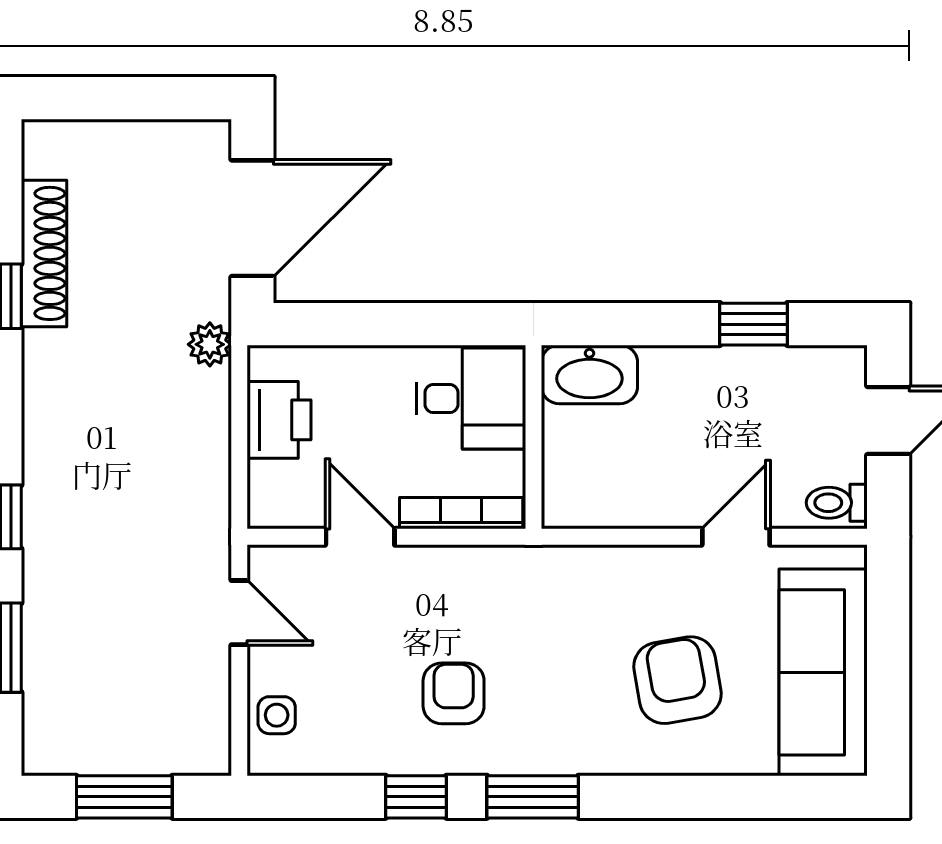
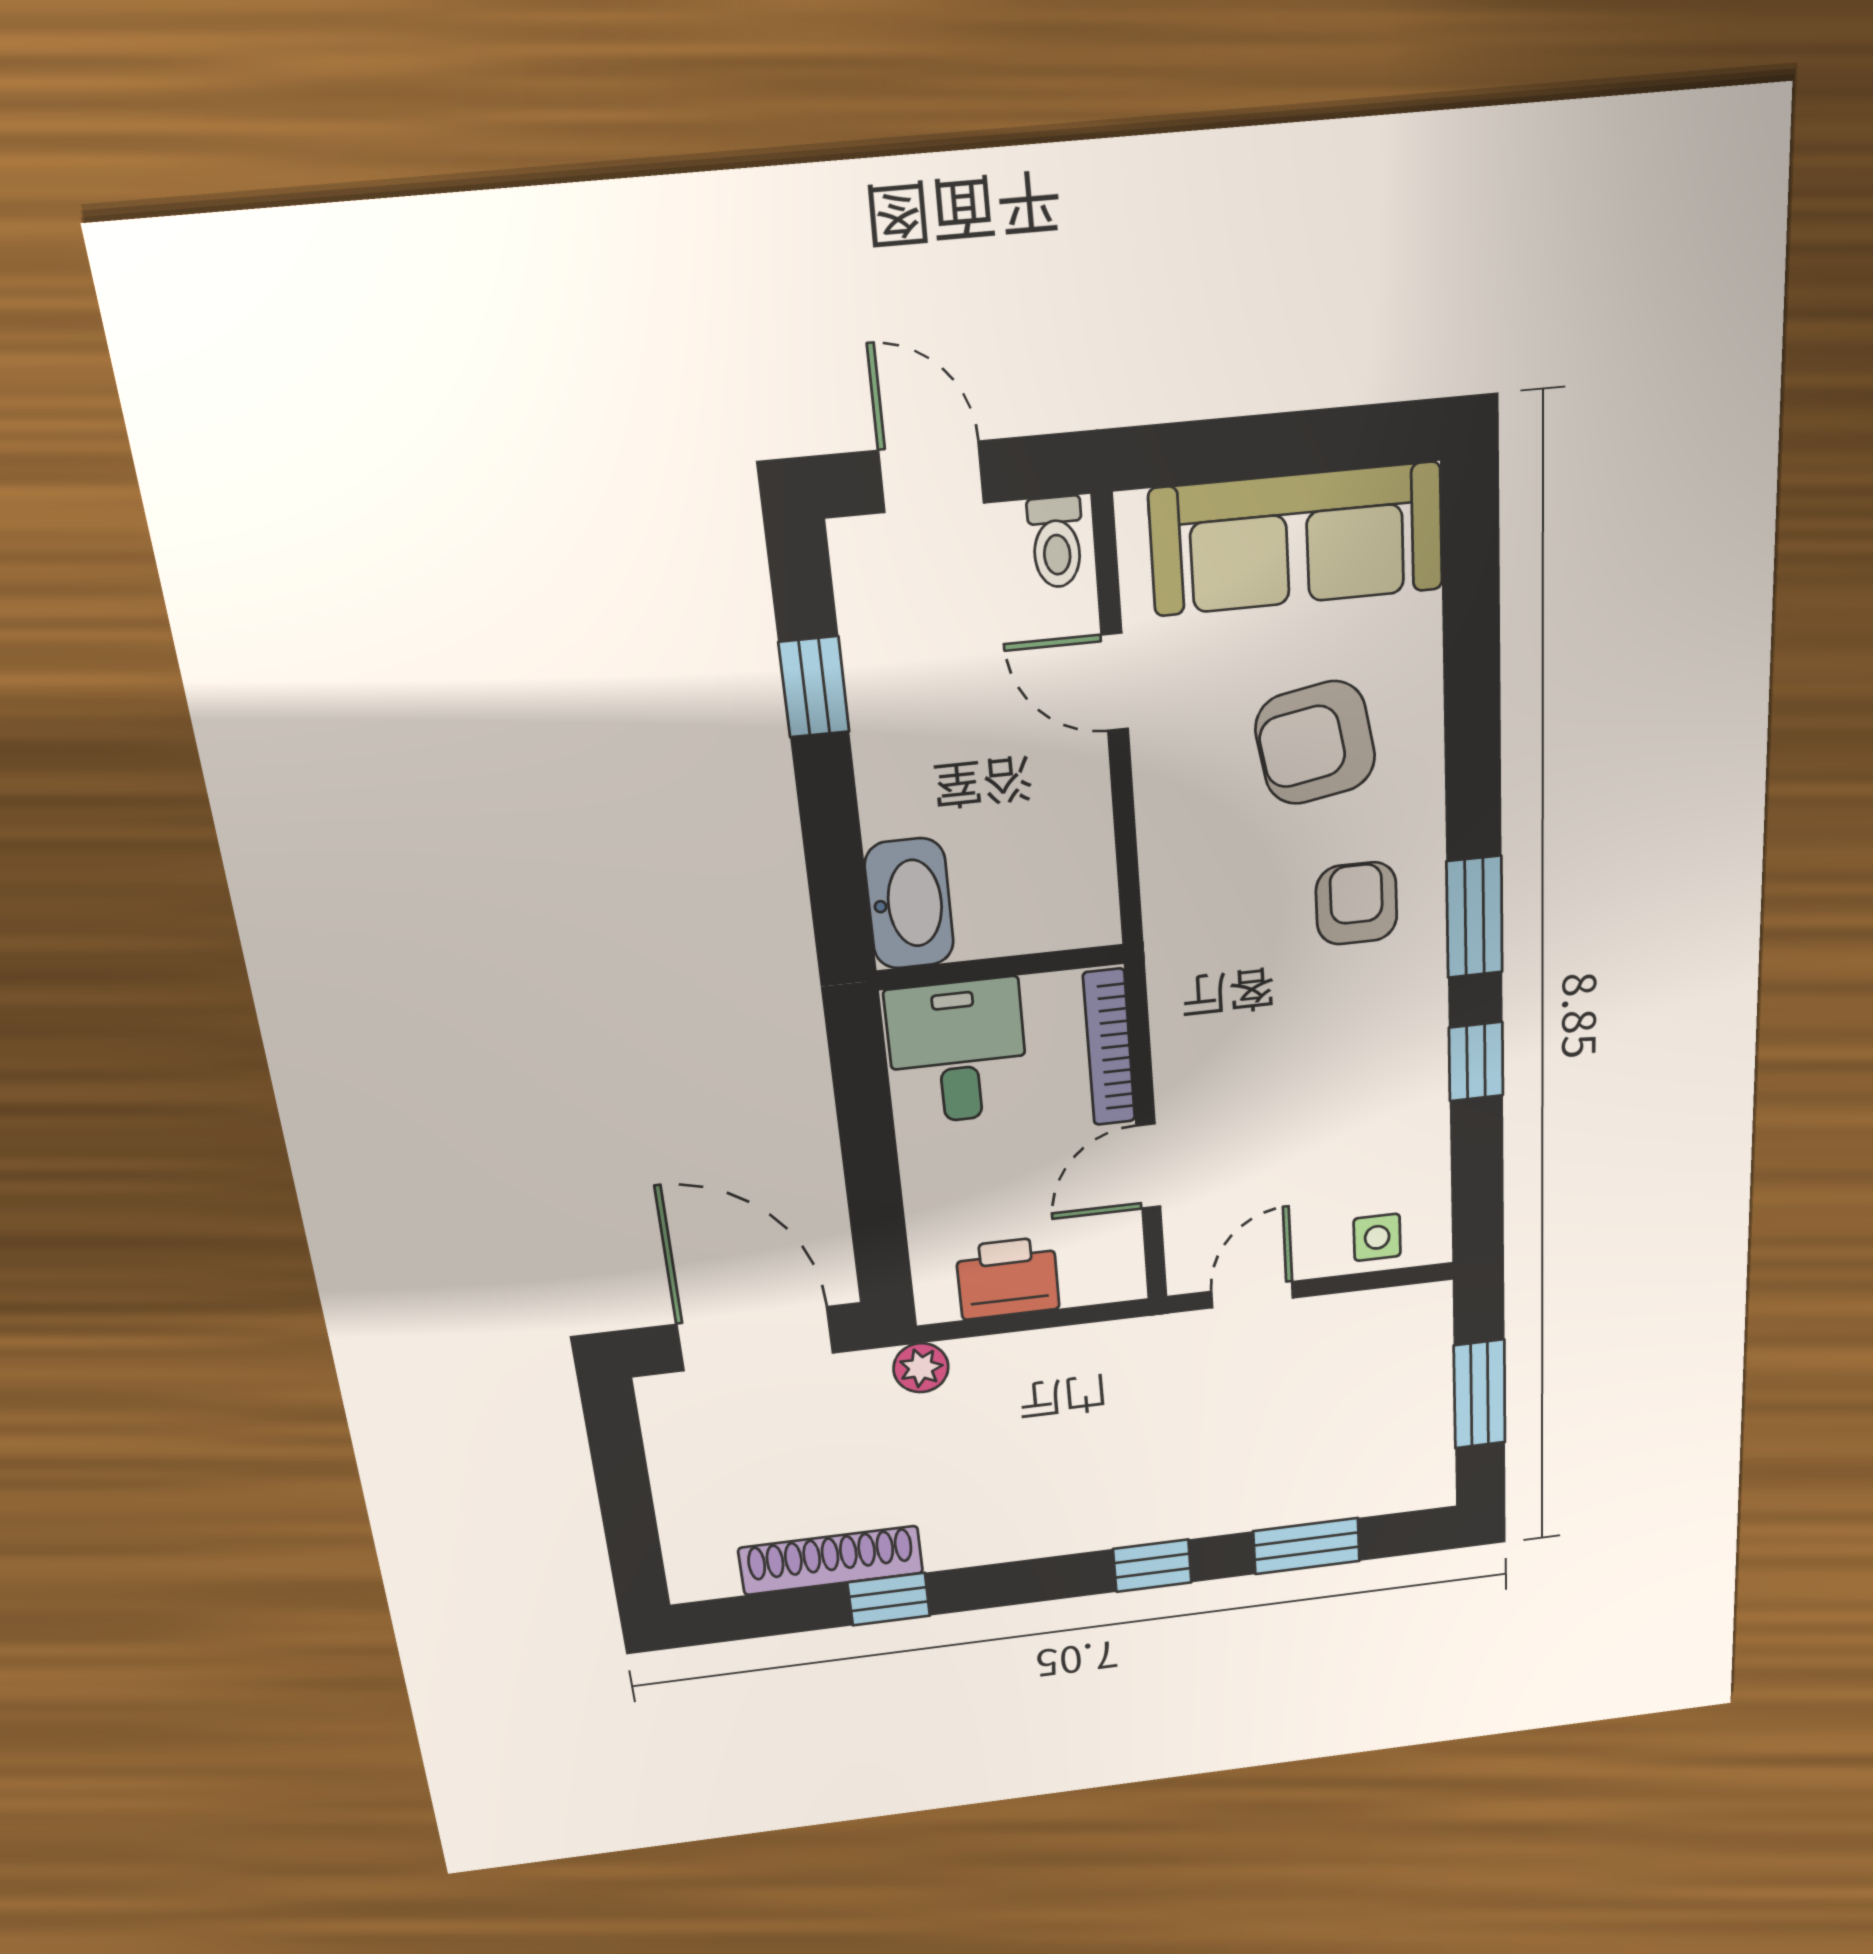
armchair: (454, 693) -> (1356, 903), moved, turned 90

